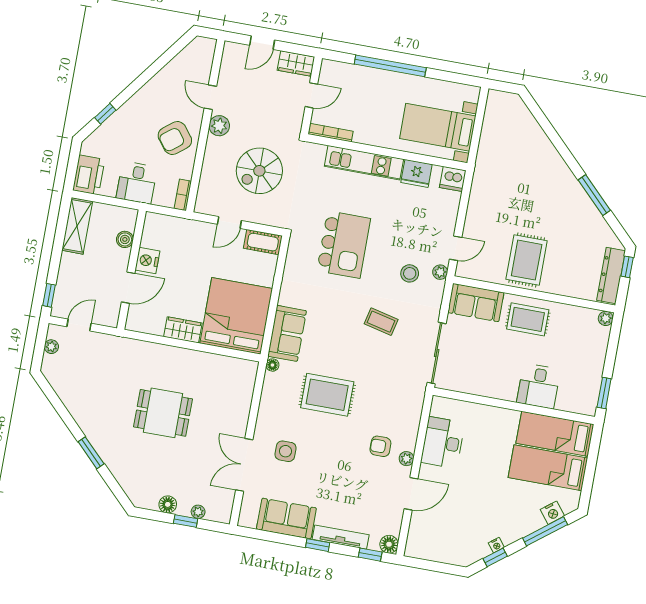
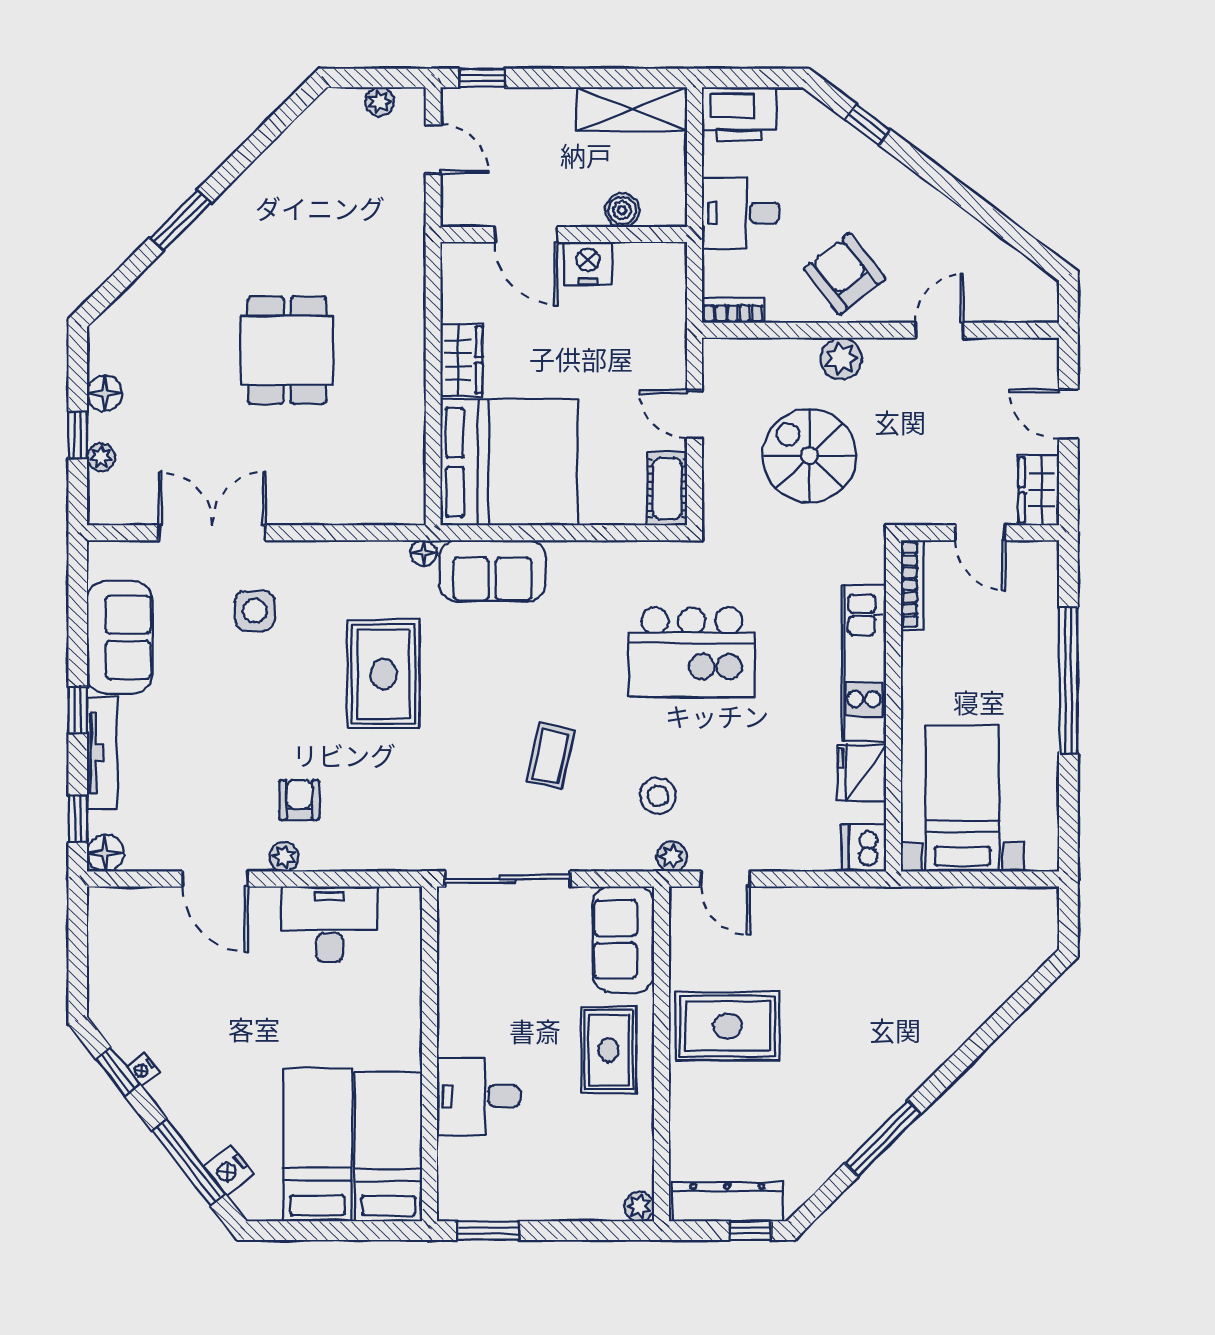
plant: (219, 126) -> (841, 358), moved

